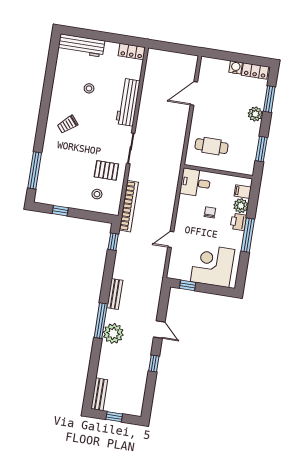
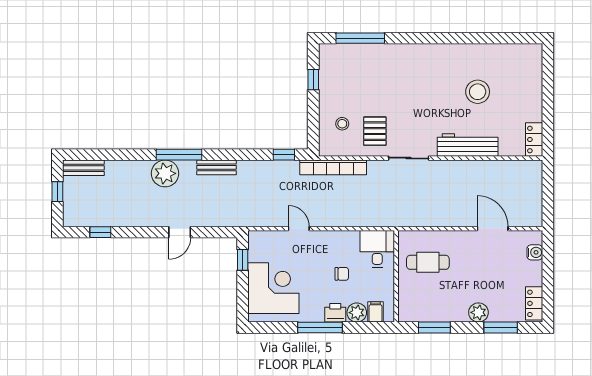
workbench: (81, 46) -> (532, 73), removed
water cooler: (236, 67) -> (535, 252), moved
stool: (89, 88) -> (478, 92), width x1.89, depth x1.89
trolley: (68, 124) -> (427, 71), removed
cafe table: (212, 146) -> (428, 262), turned 90
window: (154, 363) -> (100, 232), moved

